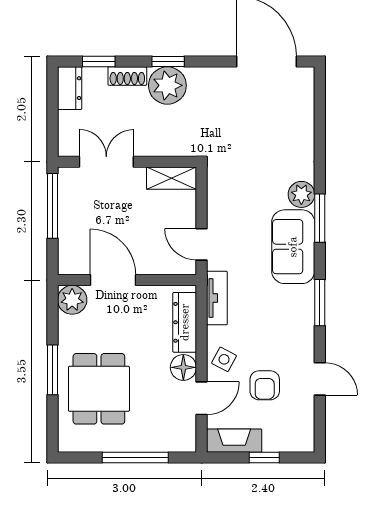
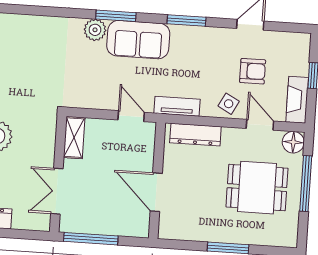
door: (202, 244) -> (131, 116), swing flipped
door: (113, 280) -> (156, 192), hinge flipped
plant: (72, 300) -> (170, 227), removed
floor lamp: (183, 367) -> (293, 142), moved
dining table: (99, 389) -> (257, 188), moved

